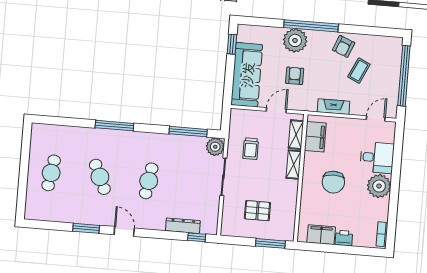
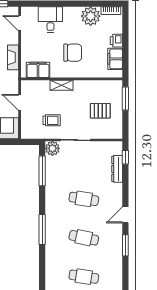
shelving: (296, 135) -> (38, 85), removed
cafe table: (100, 177) -> (84, 238), turned 36
plant: (379, 186) -> (91, 16), moved
pallet: (257, 211) -> (100, 111), turned 90

